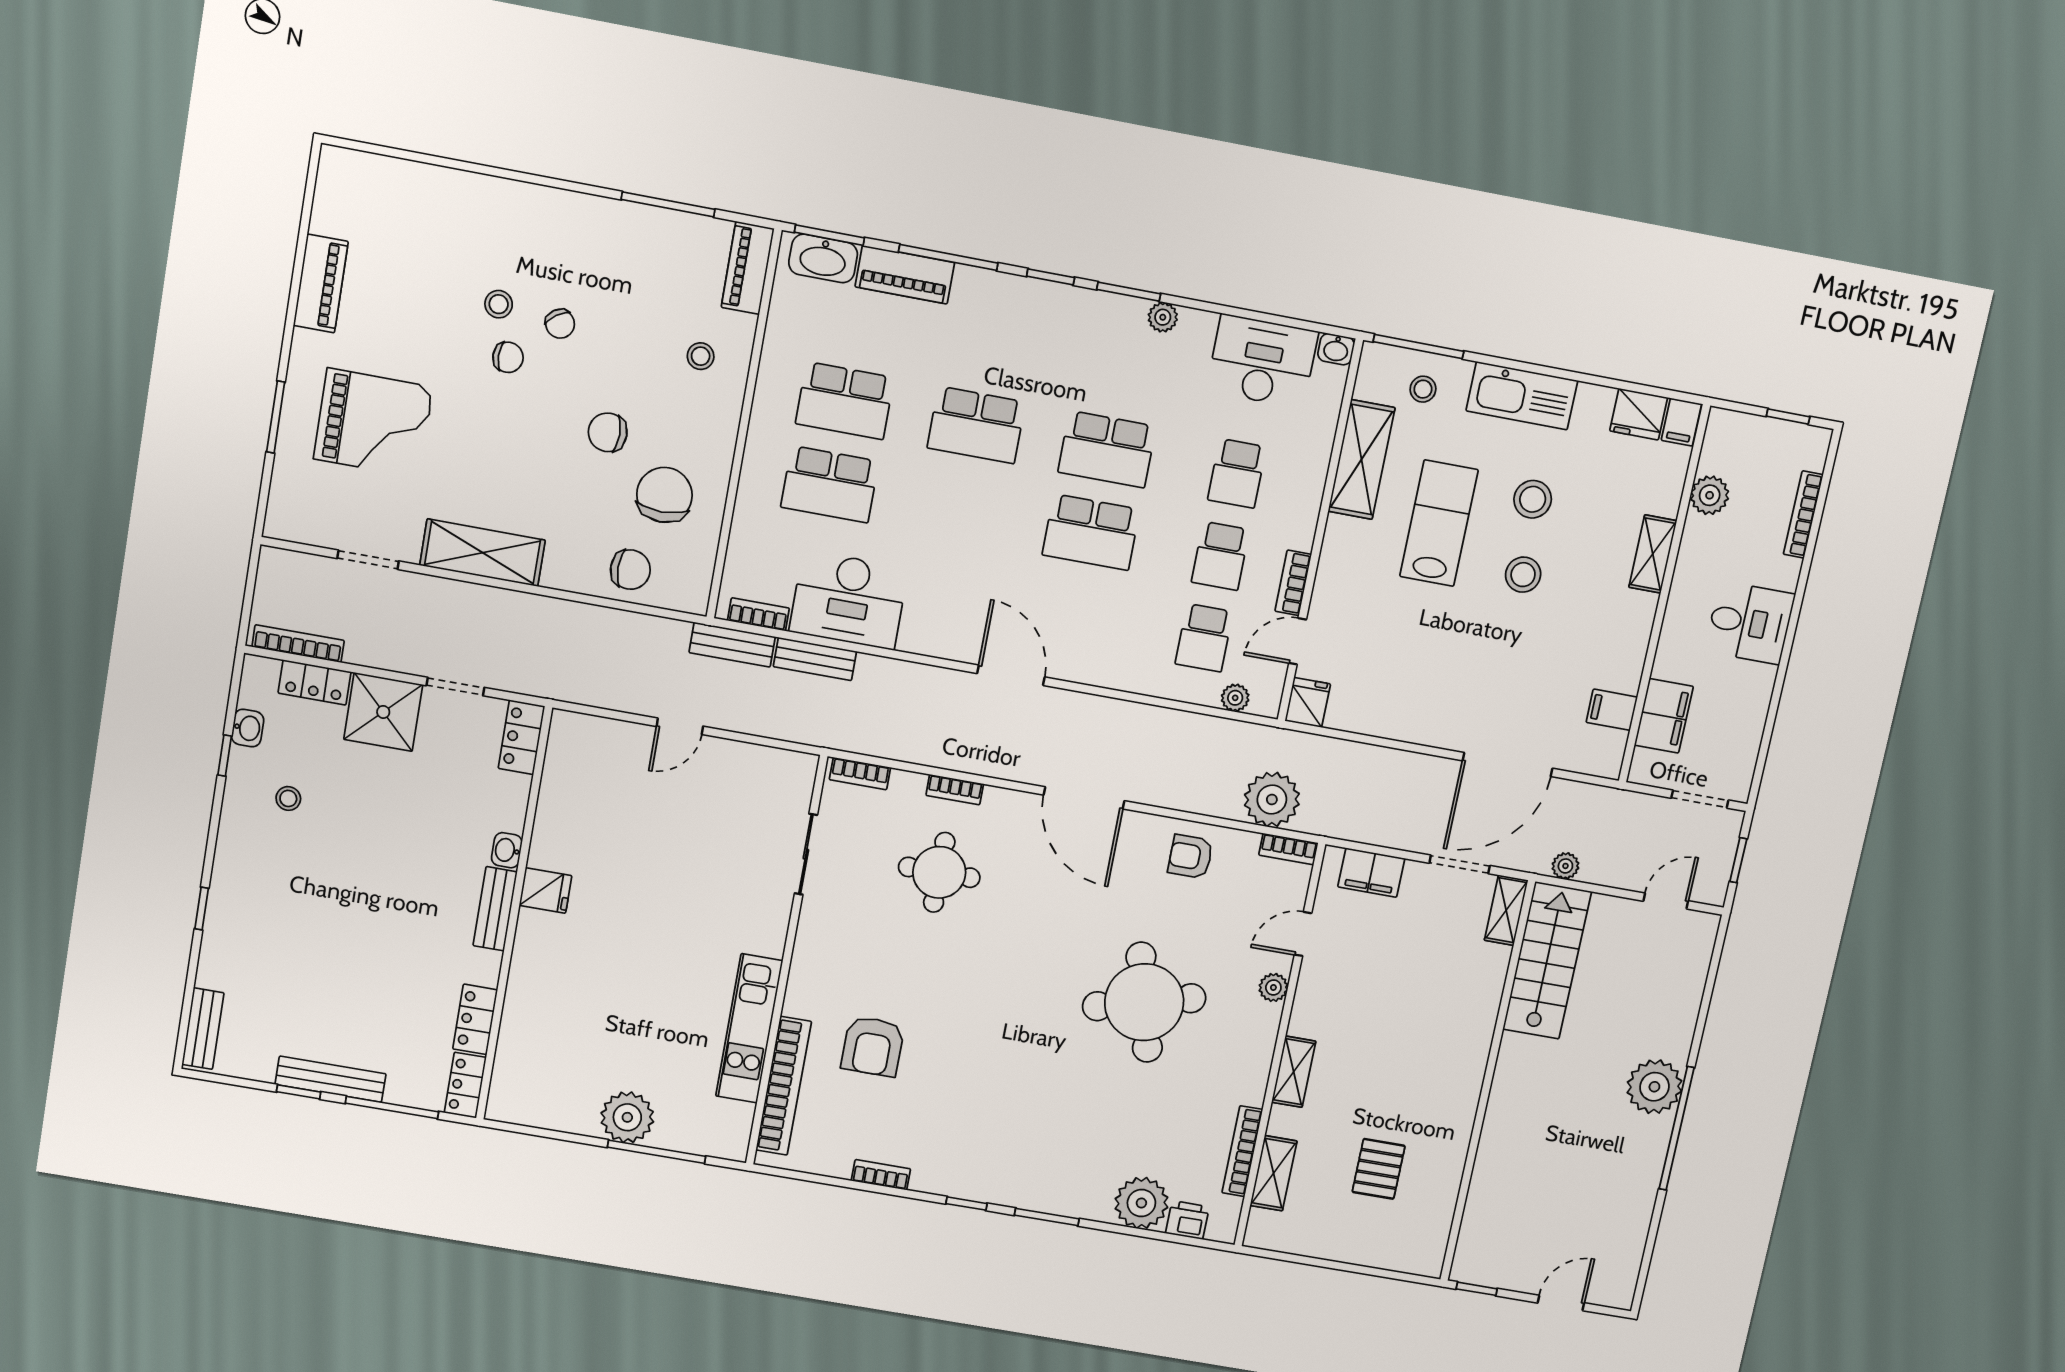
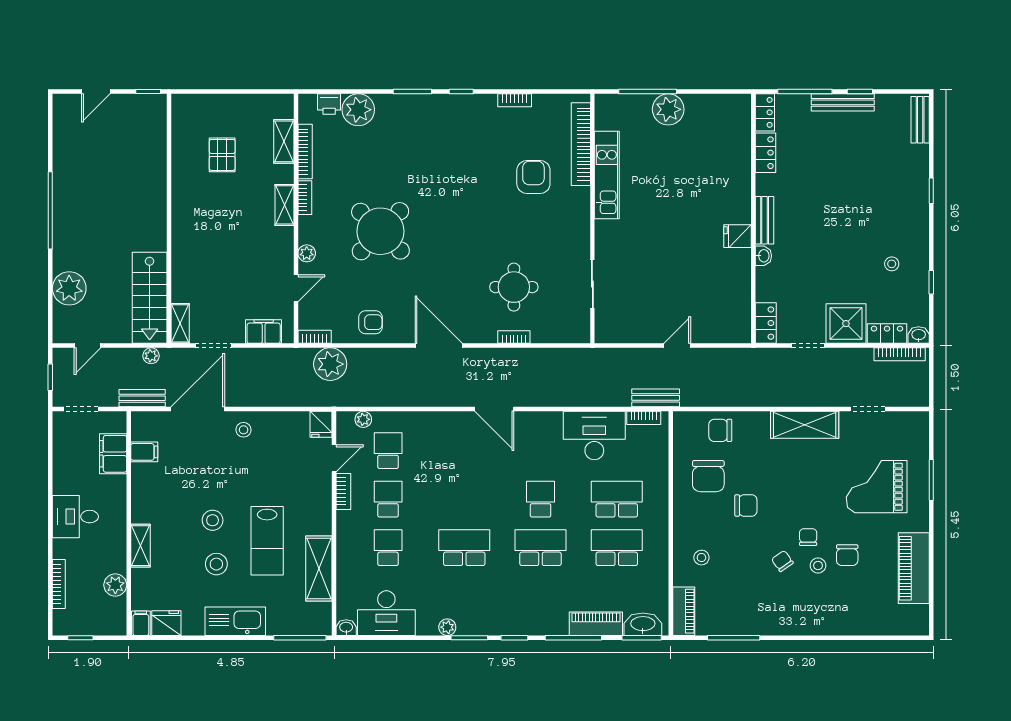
piano: (321, 284) -> (914, 568), width x1.37, depth x1.33
chair: (444, 313) -> (847, 555), added
chair: (508, 357) -> (808, 537), turned 90
stool: (1423, 389) -> (244, 430), moved
school desk: (1091, 532) -> (540, 499), moved, width x0.54
bench: (815, 659) -> (142, 398), moved
washbasin: (248, 728) -> (919, 335), moved, turned 90
bookcase: (860, 774) -> (305, 198), moved, turned 90
round table: (1144, 1002) -> (380, 231), turned -31
plant: (1654, 1087) -> (69, 288), moved

